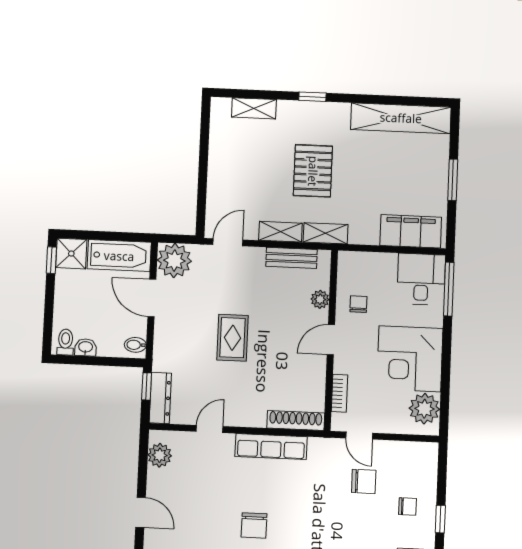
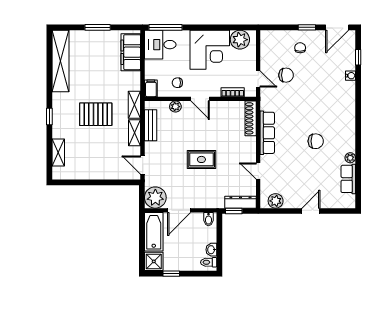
window: (51, 260) -> (171, 274), moved
filing cabinet: (351, 261) -> (151, 88), added
door: (359, 436) -> (258, 79), hinge flipped
chair: (364, 481) -> (286, 75), turned 90

